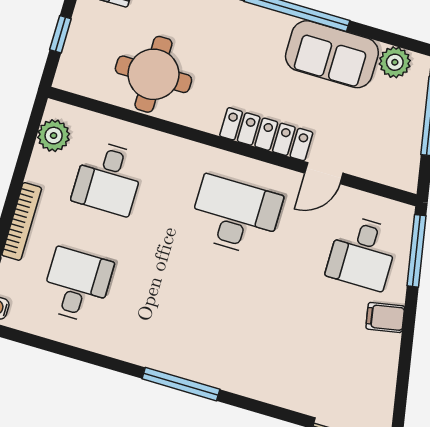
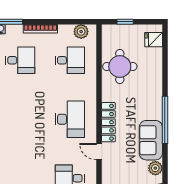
desk: (108, 178) -> (70, 60), turned 180

